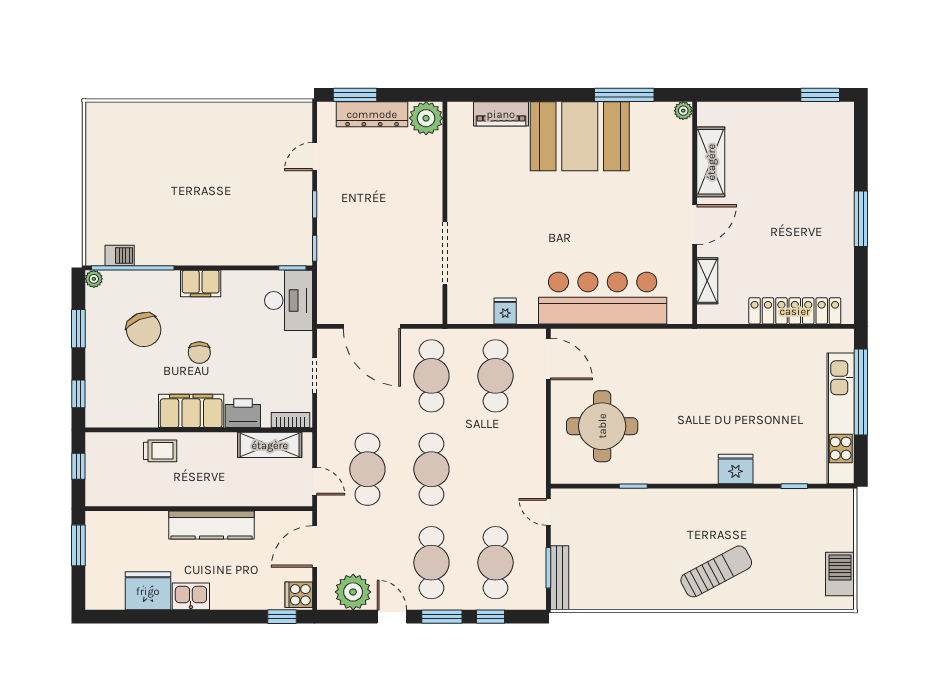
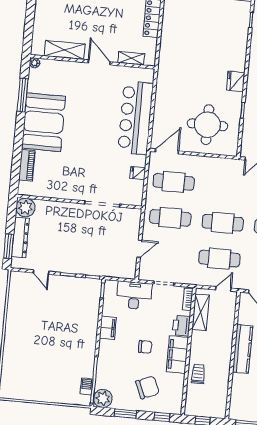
plant: (94, 279) -> (103, 398), width x1.87, depth x1.87
filing cabinet: (201, 283) -> (108, 328), moved
desk: (288, 300) -> (134, 295), moved
door: (372, 326) -> (139, 249), width x0.53
chair: (144, 330) -> (147, 387), moved
fridge: (736, 469) -> (236, 81), moved

